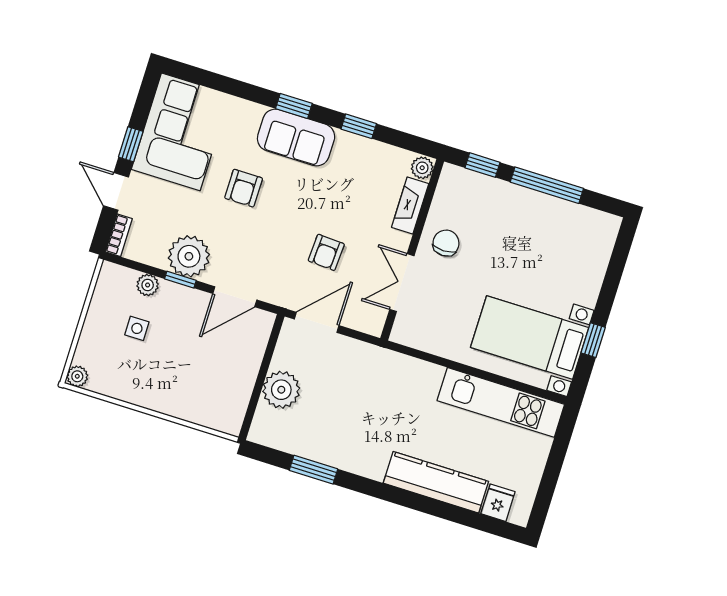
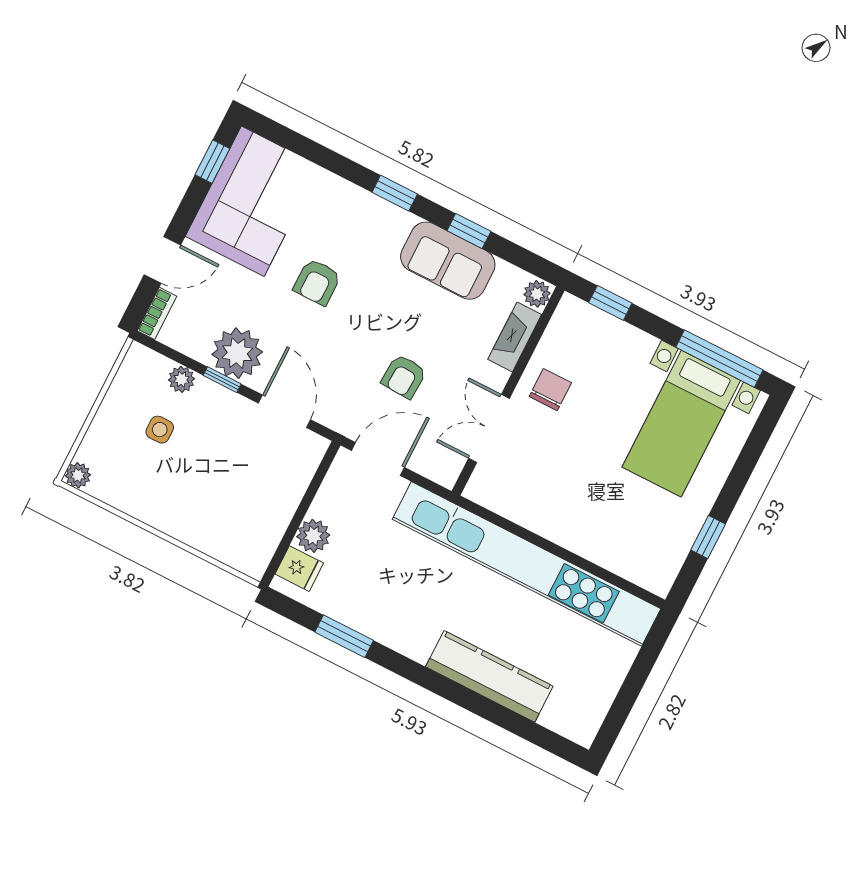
sofa: (296, 137) -> (448, 261), moved
window: (131, 144) -> (212, 162), moved
window: (547, 185) -> (719, 359), moved
door: (116, 191) -> (162, 260), swing flipped
door: (235, 297) -> (284, 411), swing flipped
bed with nightstands: (530, 337) -> (681, 424), moved, turned -90
plant: (281, 390) -> (313, 536), width x0.73, depth x0.73
kitchen unit: (501, 402) -> (526, 564), width x1.86
fridge: (498, 503) -> (299, 569), moved, turned 90

